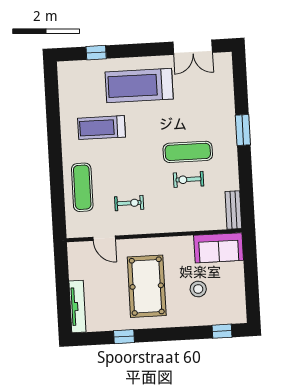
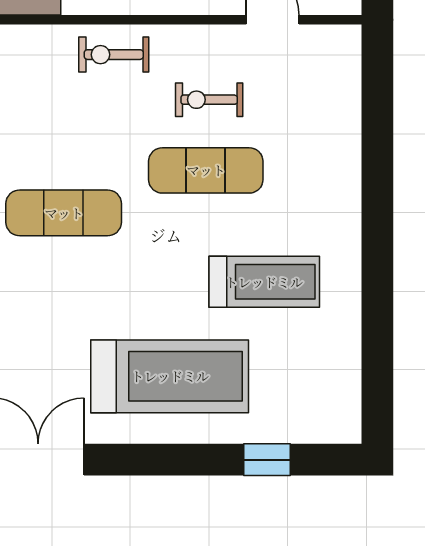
exercise bike: (188, 179) -> (114, 55), moved, turned 180
exercise mat: (82, 187) -> (206, 170), moved, turned 90

